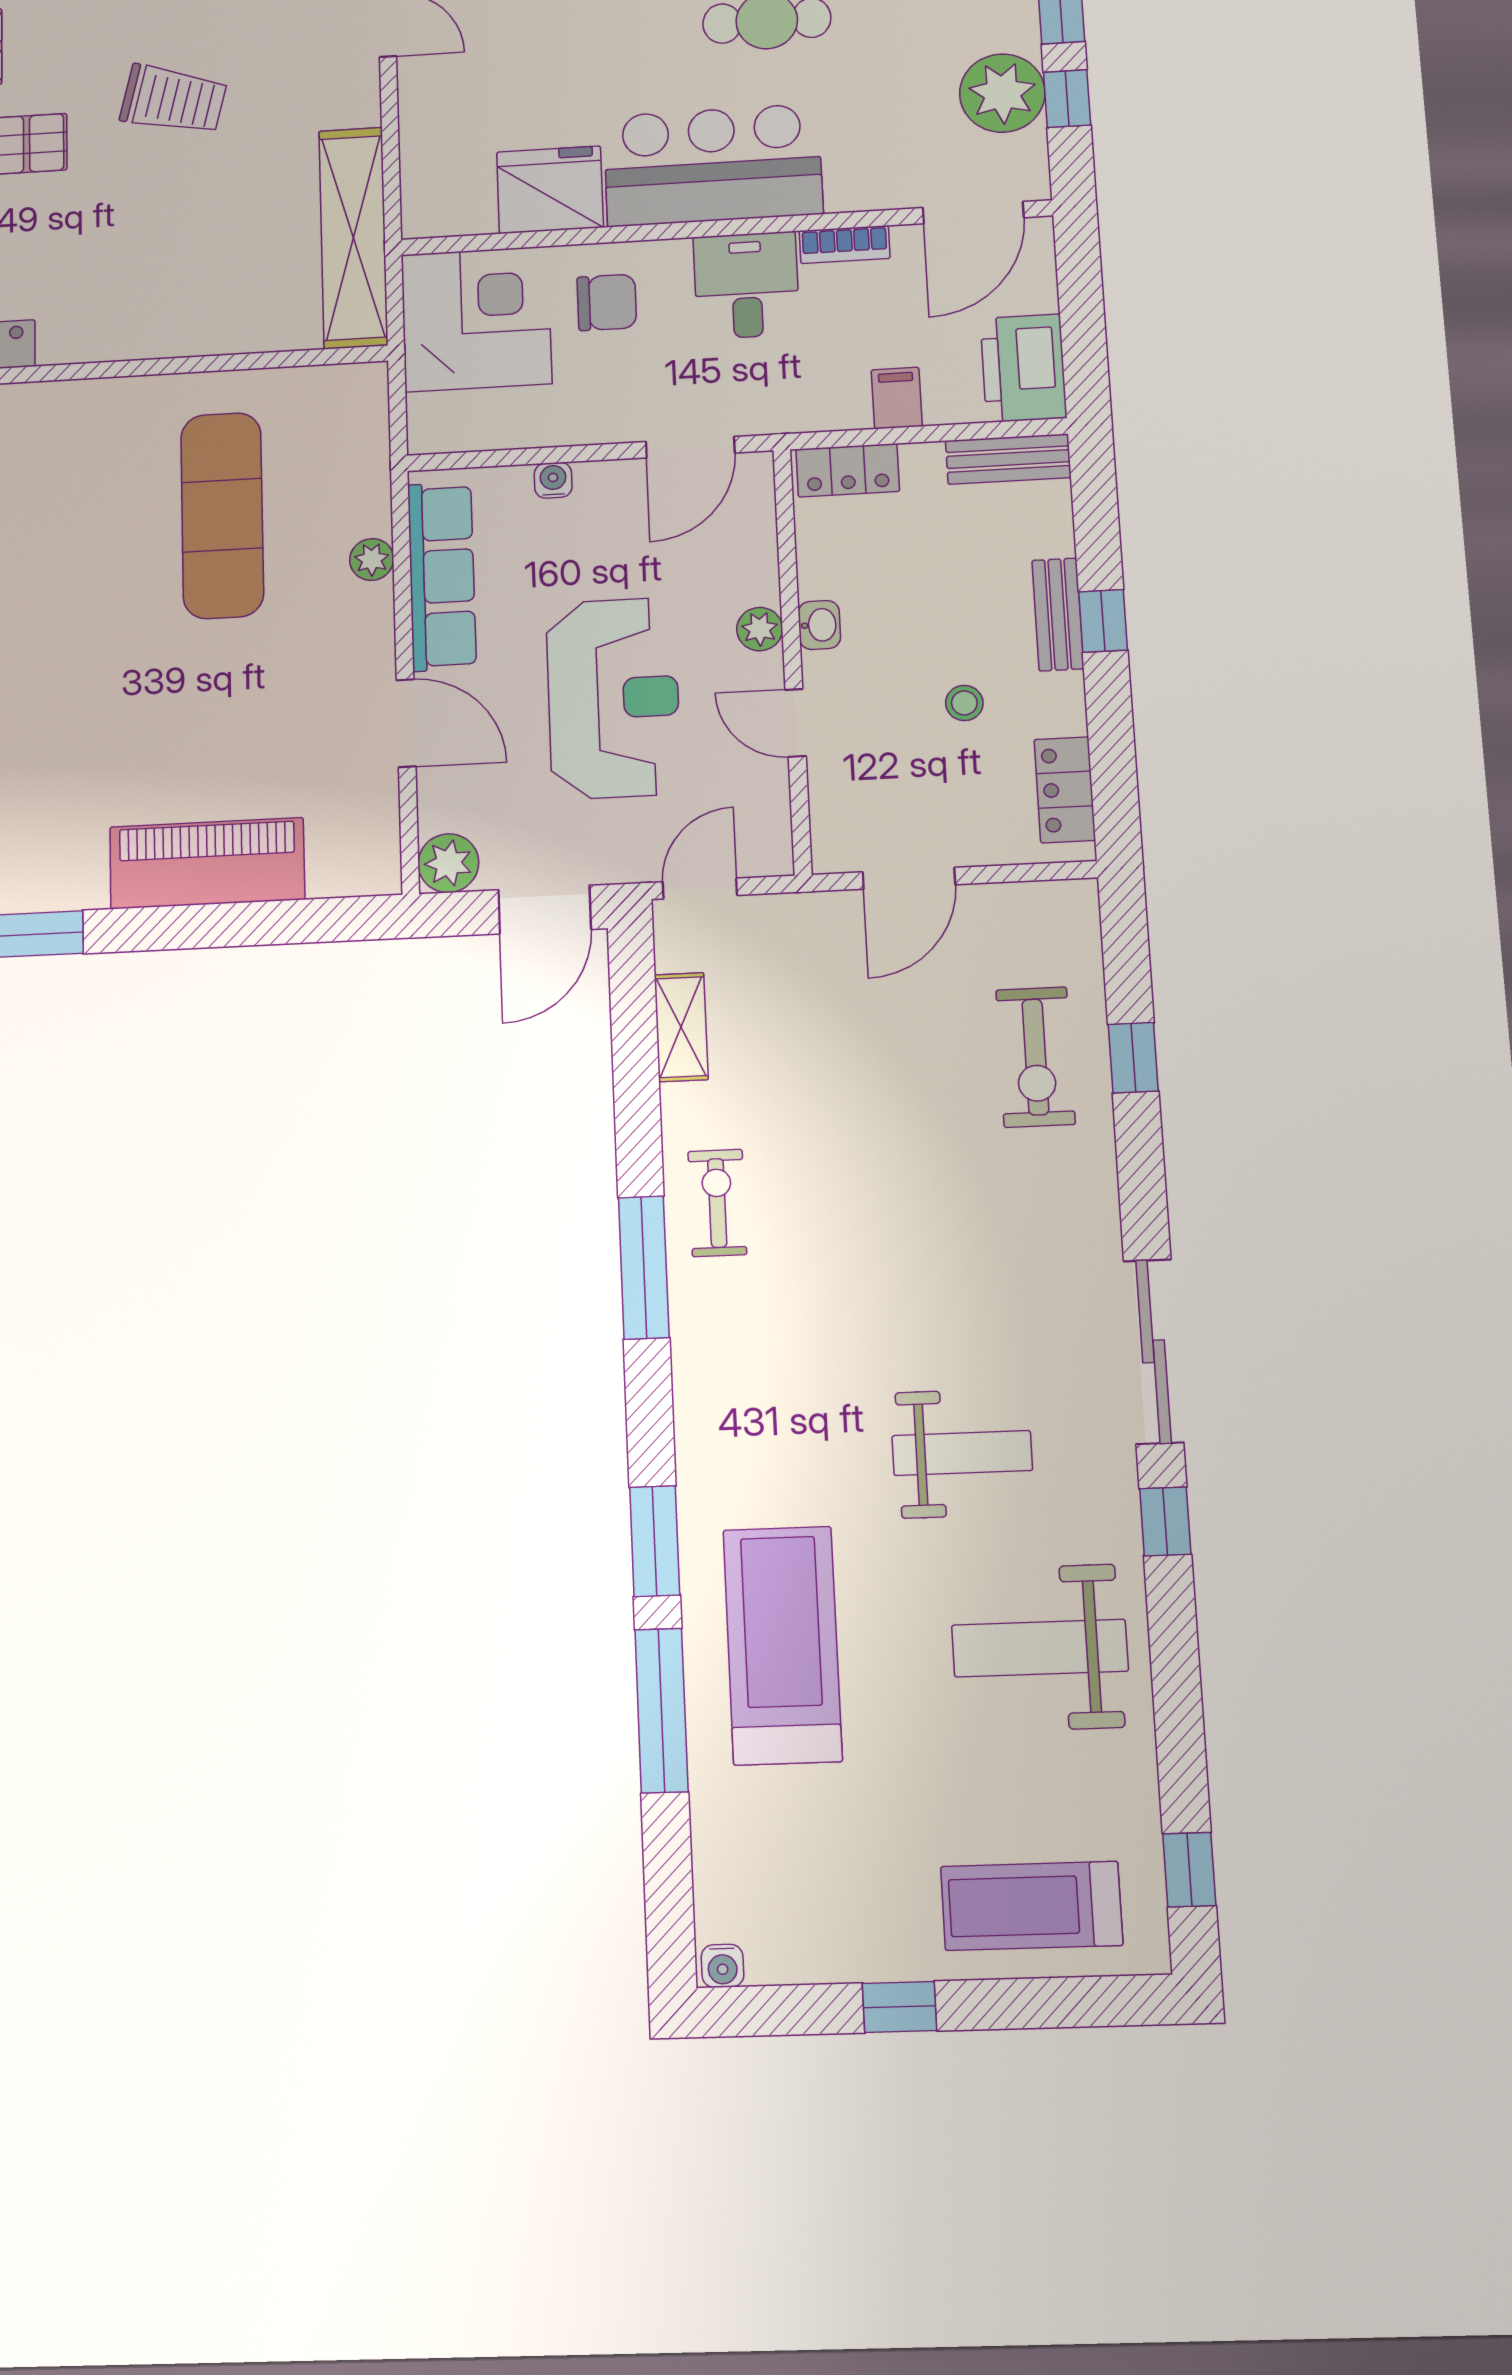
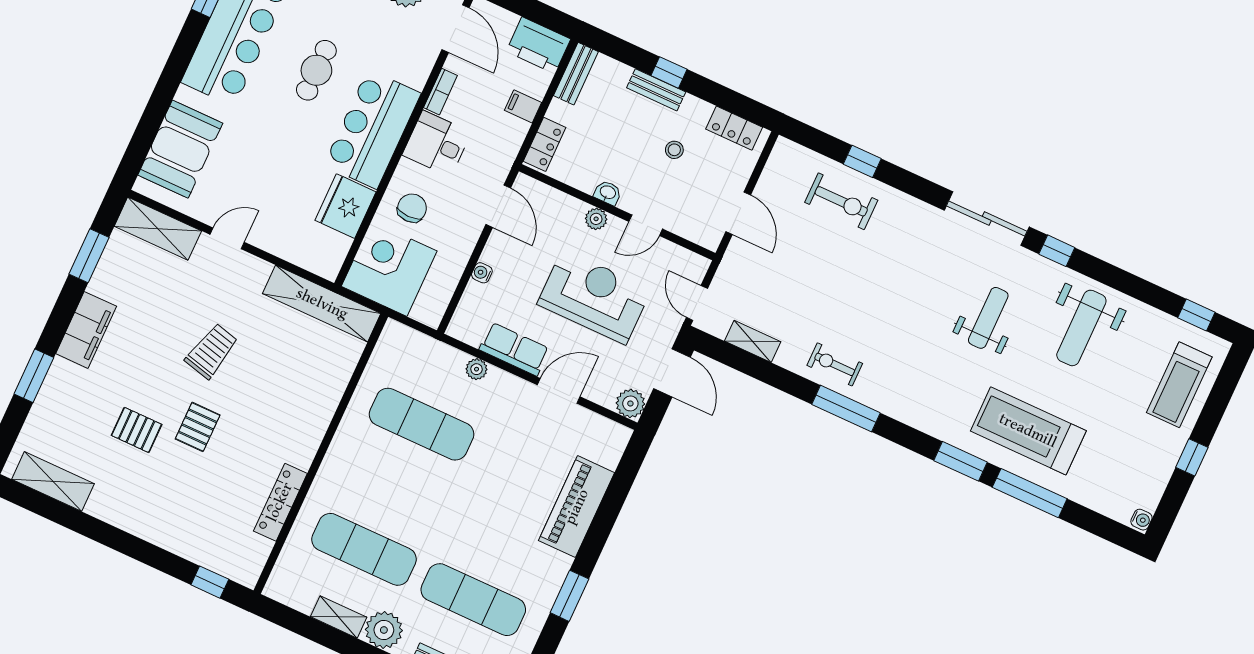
row of seats: (442, 576) -> (514, 349), width x0.68

